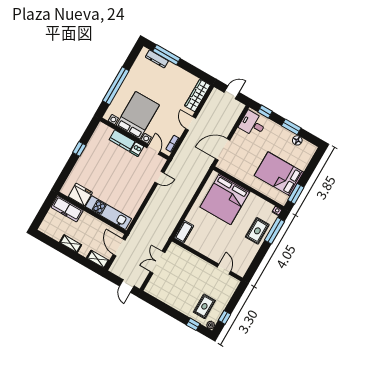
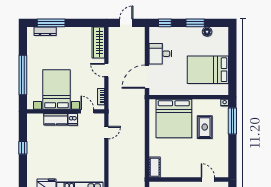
desk: (253, 124) -> (160, 54), moved
window: (296, 194) -> (232, 78), removed
rug: (257, 231) -> (205, 127), moved

